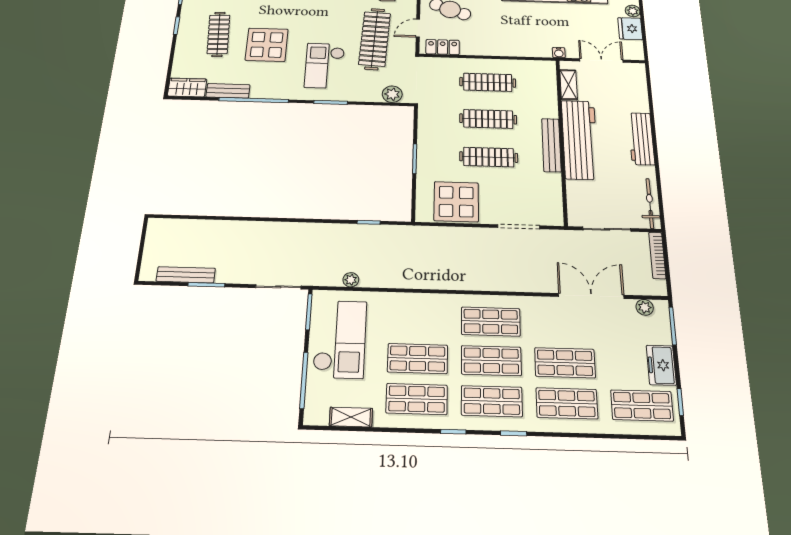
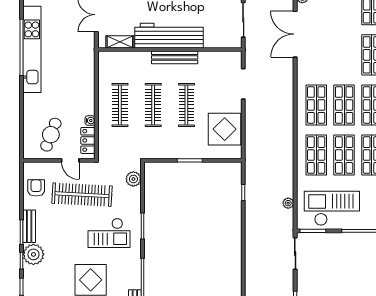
water cooler: (559, 53) -> (90, 121), moved
shop shelf: (565, 363) -> (316, 155), moved

